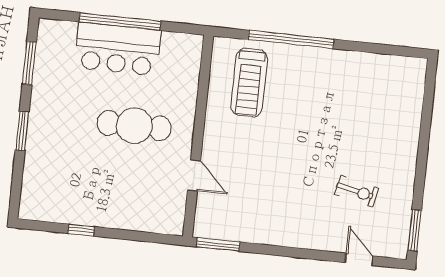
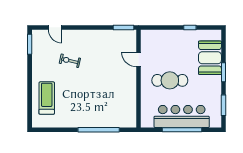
bar counter: (118, 49) -> (182, 116), width x1.36
treadmill: (249, 83) -> (47, 98), moved
booth: (47, 164) -> (210, 58), added
exercise bike: (357, 191) -> (70, 61), moved

